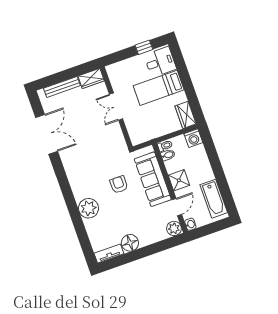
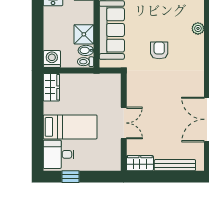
shower: (179, 180) -> (84, 34), moved
armchair: (119, 185) -> (159, 50), moved, turned 180
plant: (89, 208) -> (198, 28), width x0.53, depth x0.53

